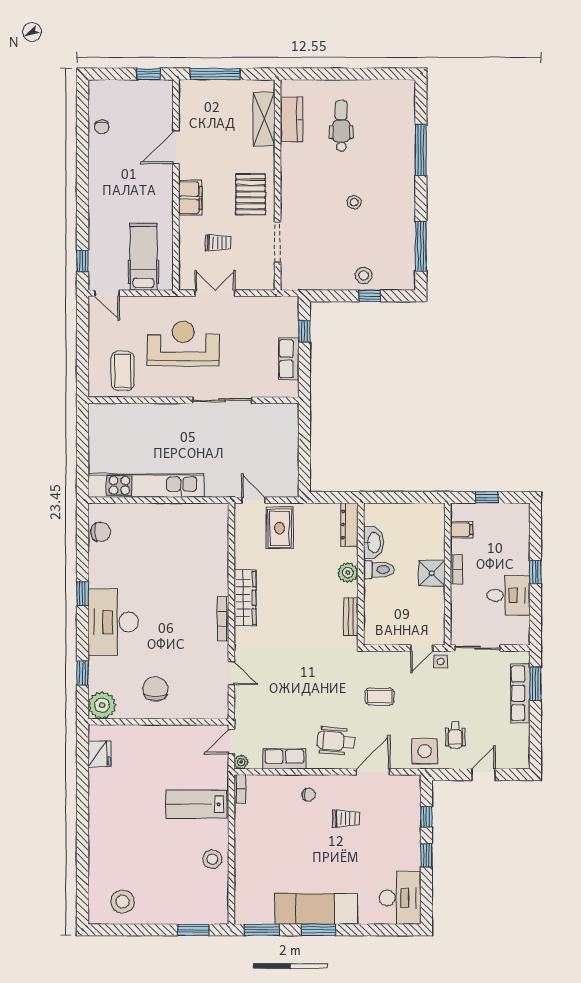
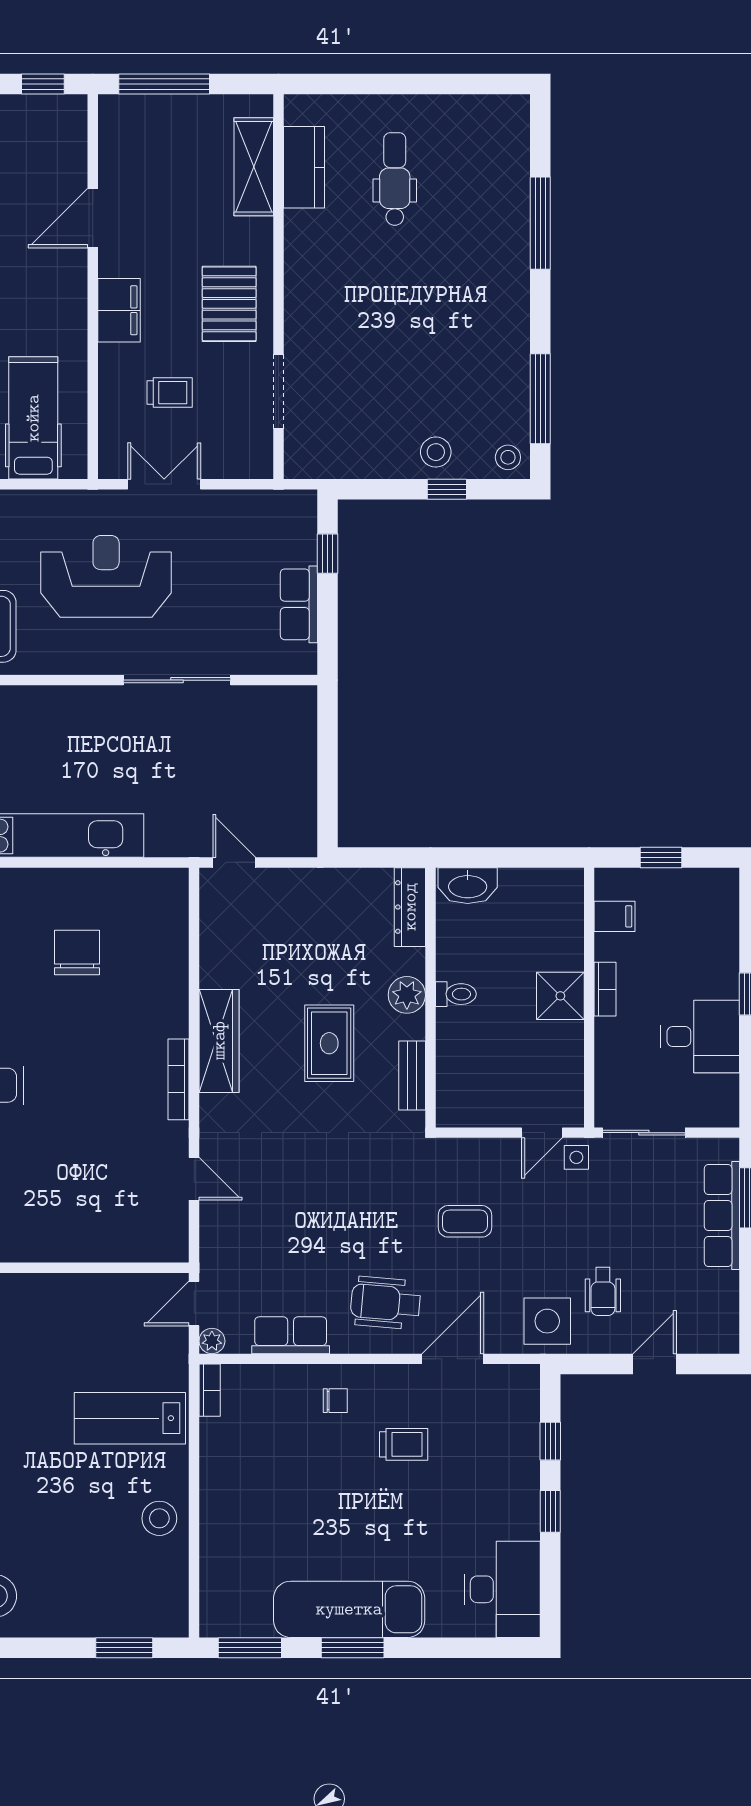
stool: (354, 202) -> (508, 457), moved
rug: (280, 528) -> (329, 1043), moved
washbasin: (373, 543) -> (468, 886), moved, turned 90
toilet: (379, 570) -> (456, 994), width x0.73, depth x0.72
chair: (155, 689) -> (77, 952), moved

